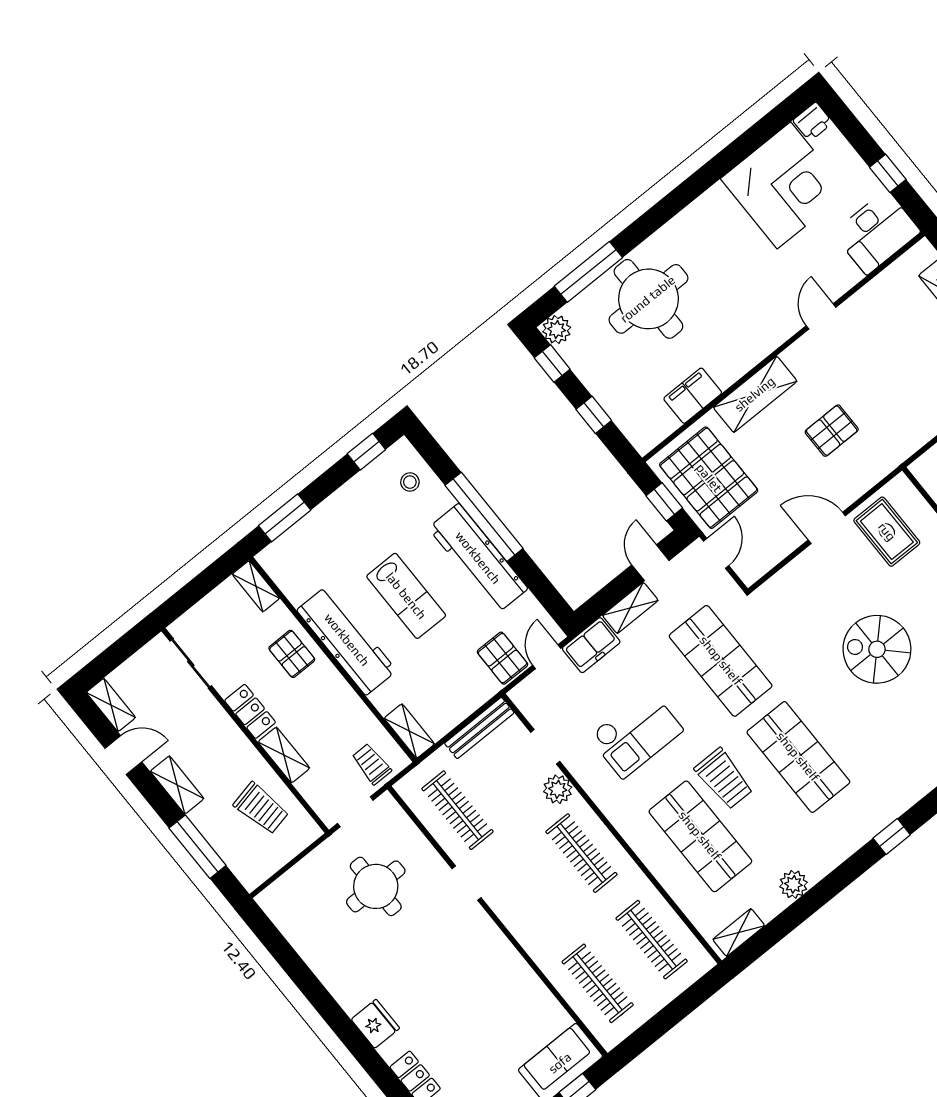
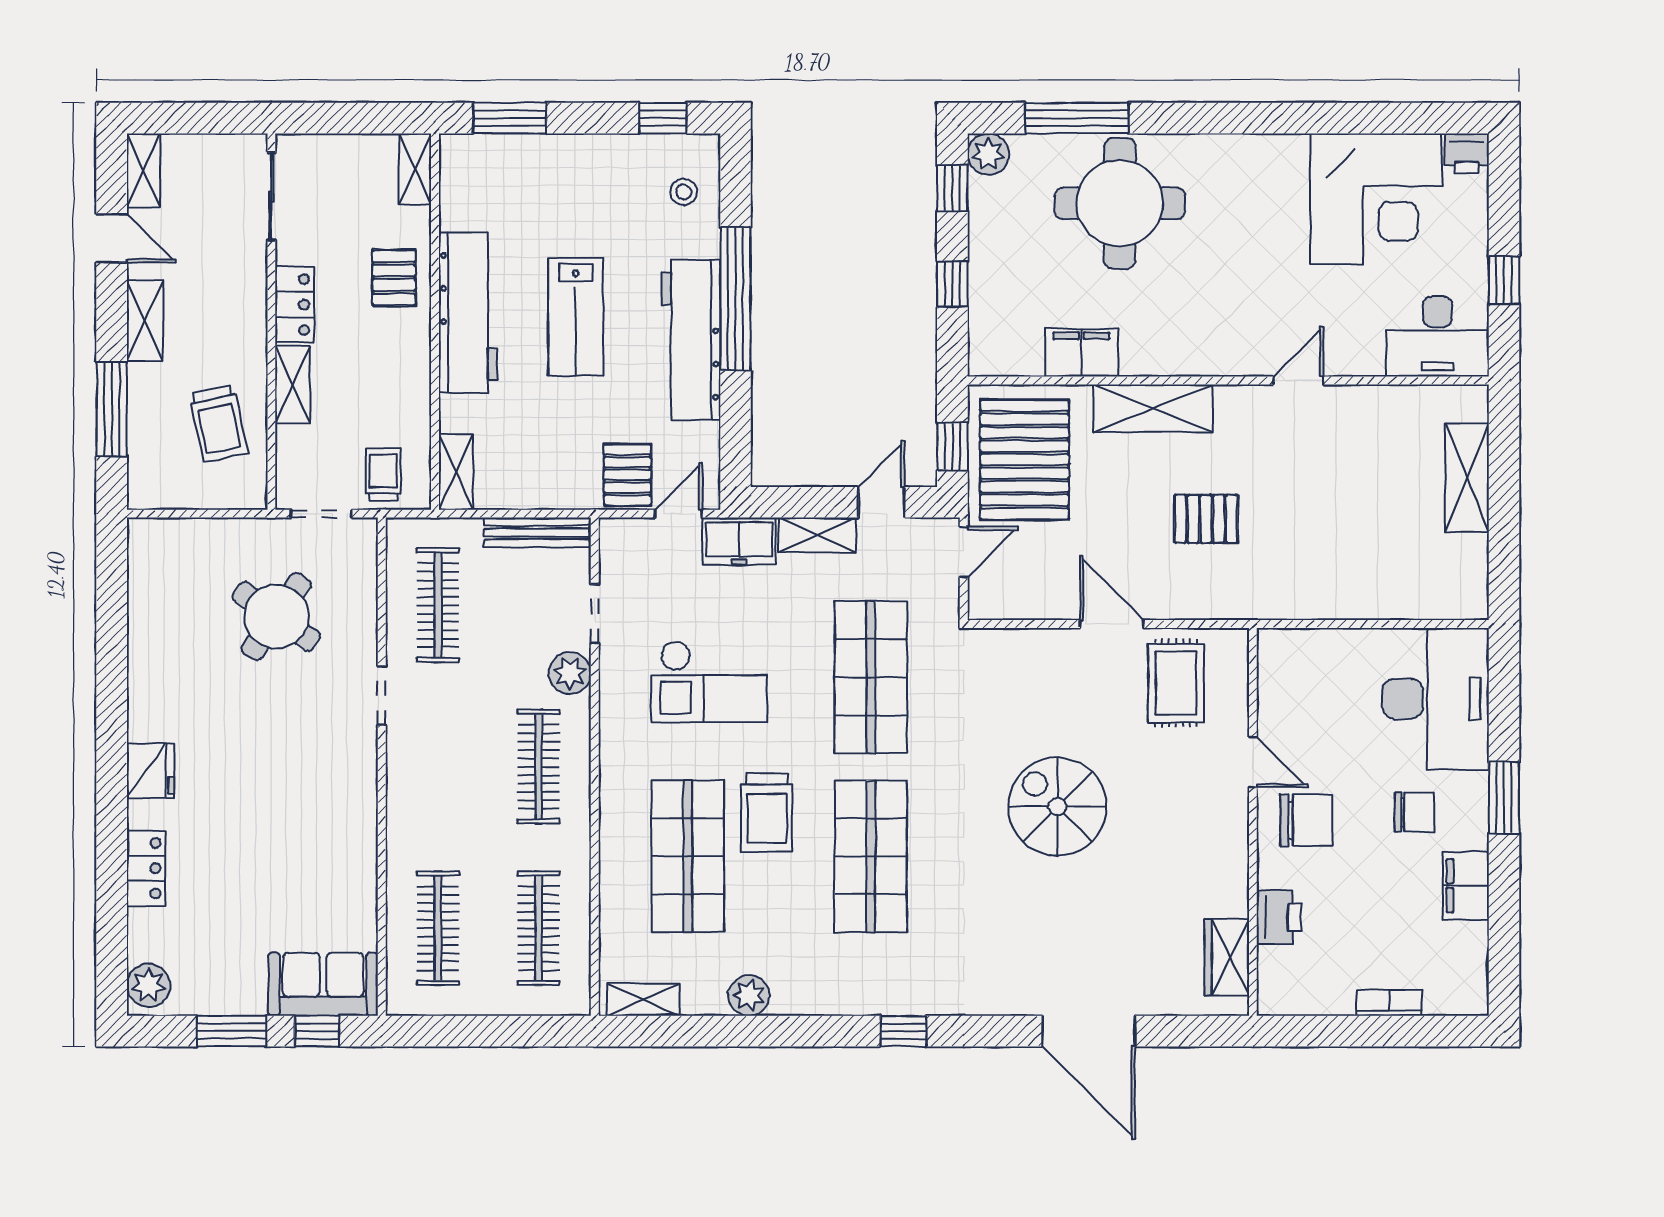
round table: (376, 886) -> (276, 616), turned 35

